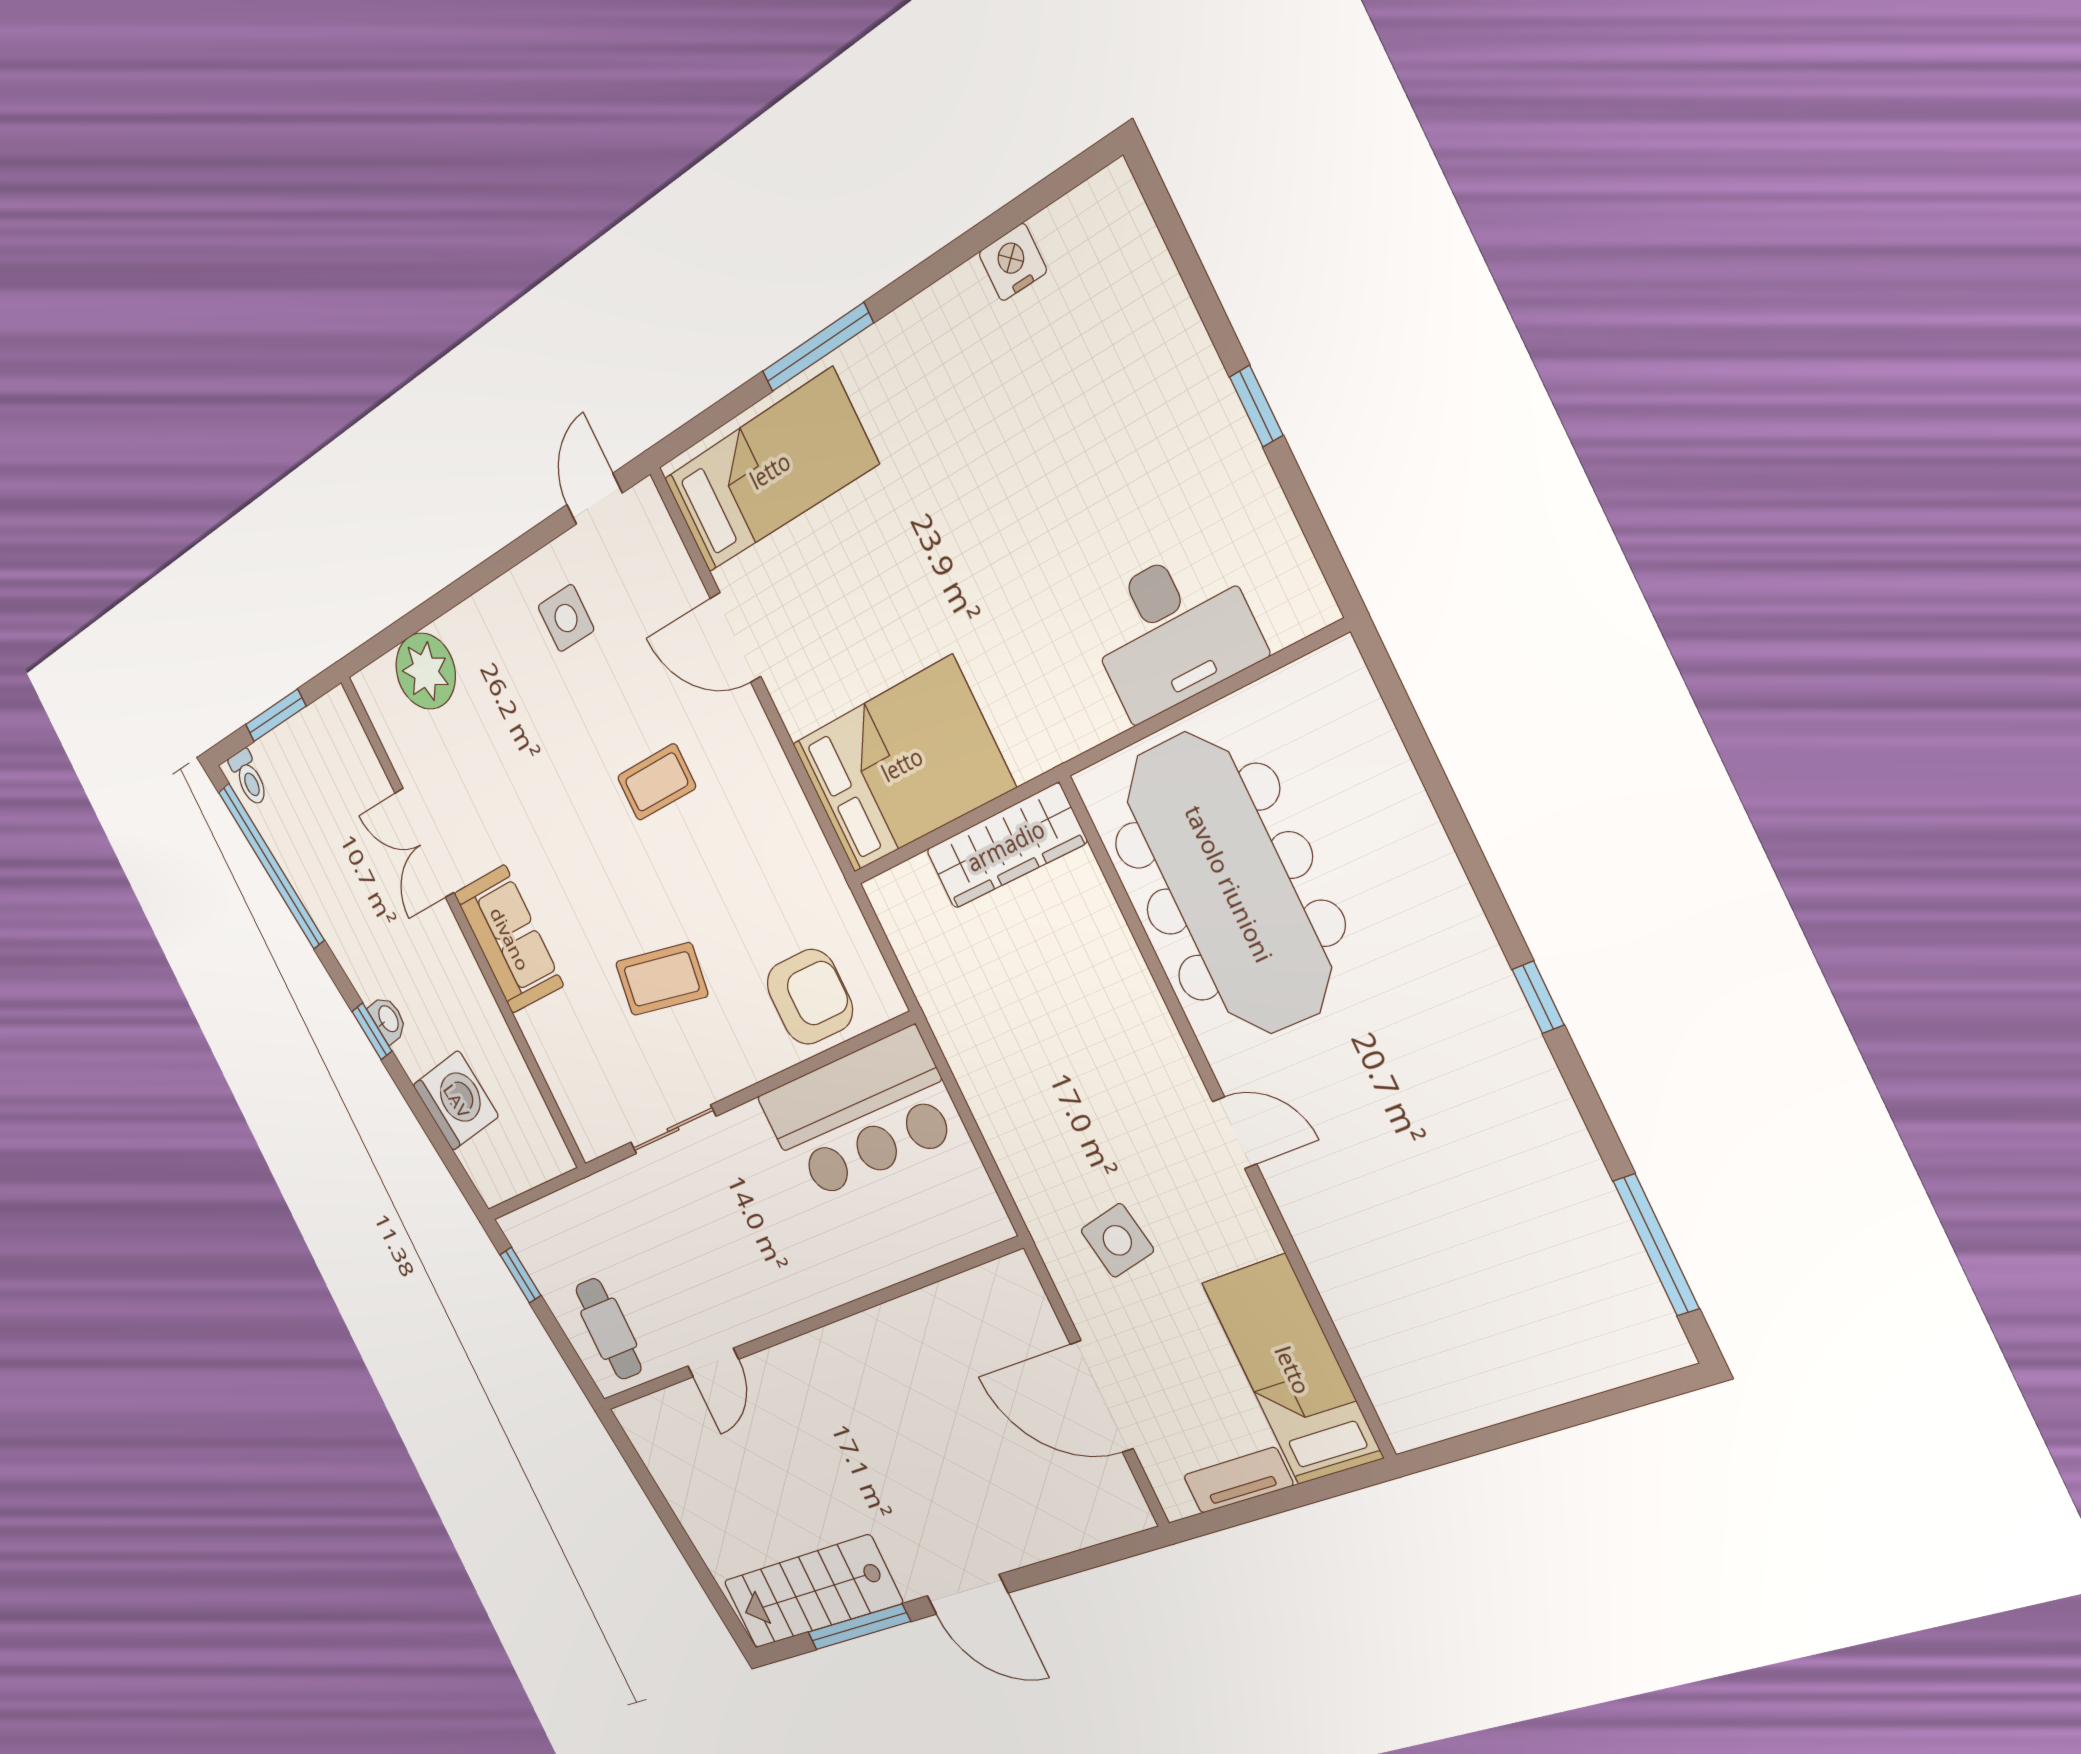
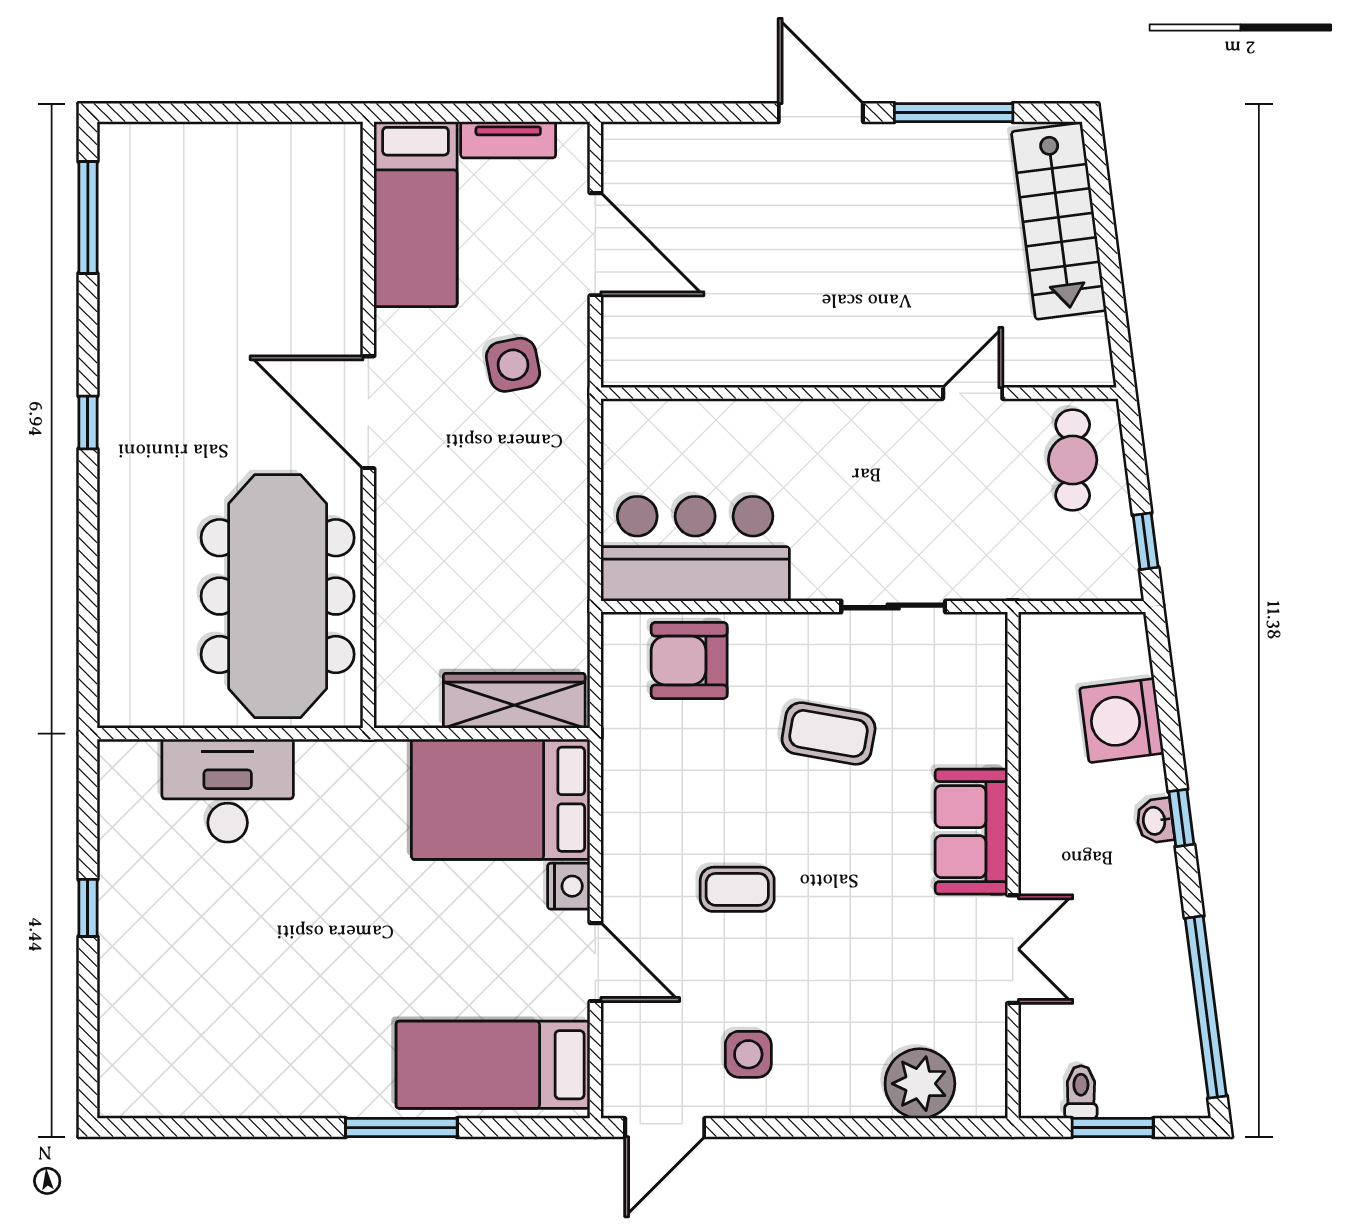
nightstand: (1013, 262) -> (569, 886), moved, turned -90
door: (594, 499) -> (665, 1128), width x1.37
toilet: (249, 778) -> (1081, 1092), moved
wardrobe: (1006, 846) -> (514, 701), moved
door: (1235, 1133) -> (368, 412), width x1.87
stairs: (812, 1592) -> (1059, 221), moved, turned 83

